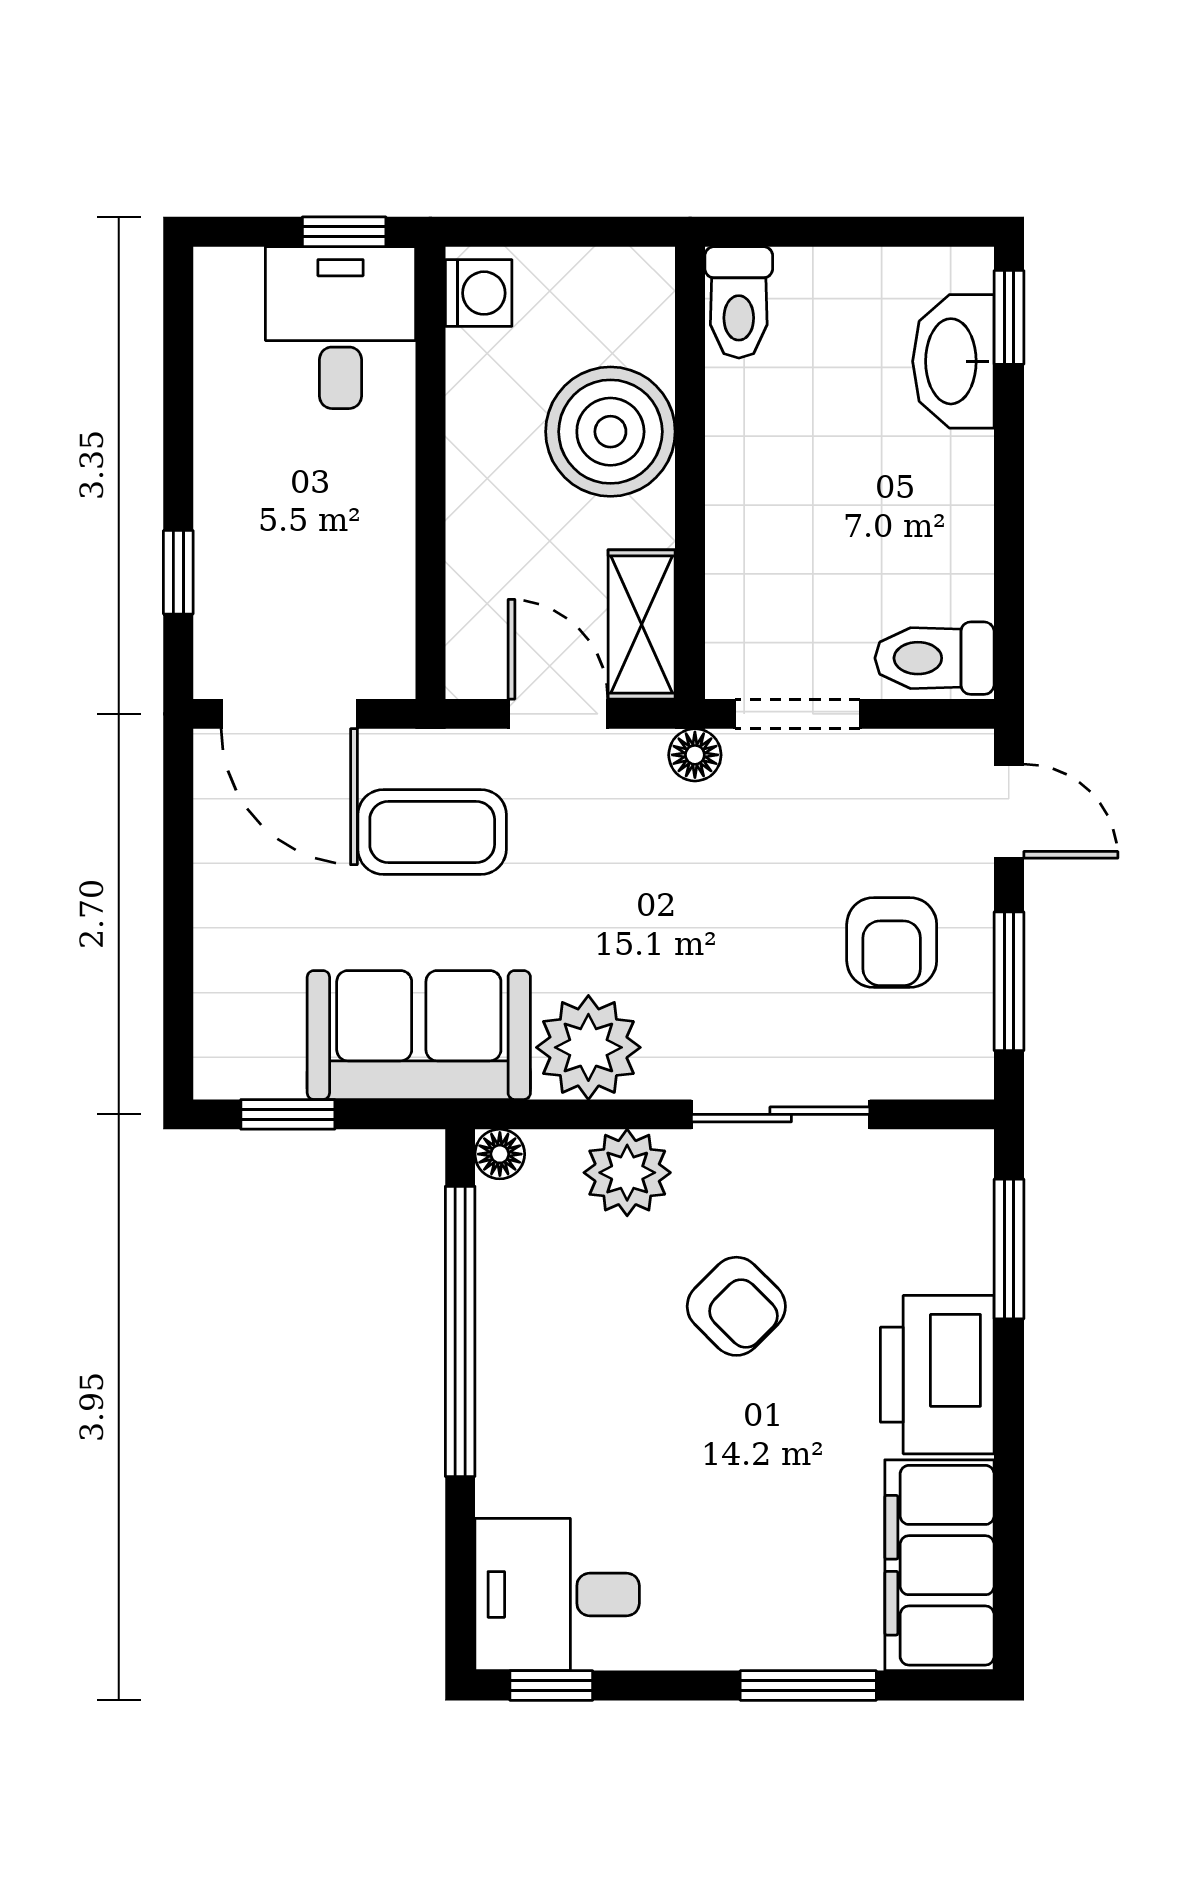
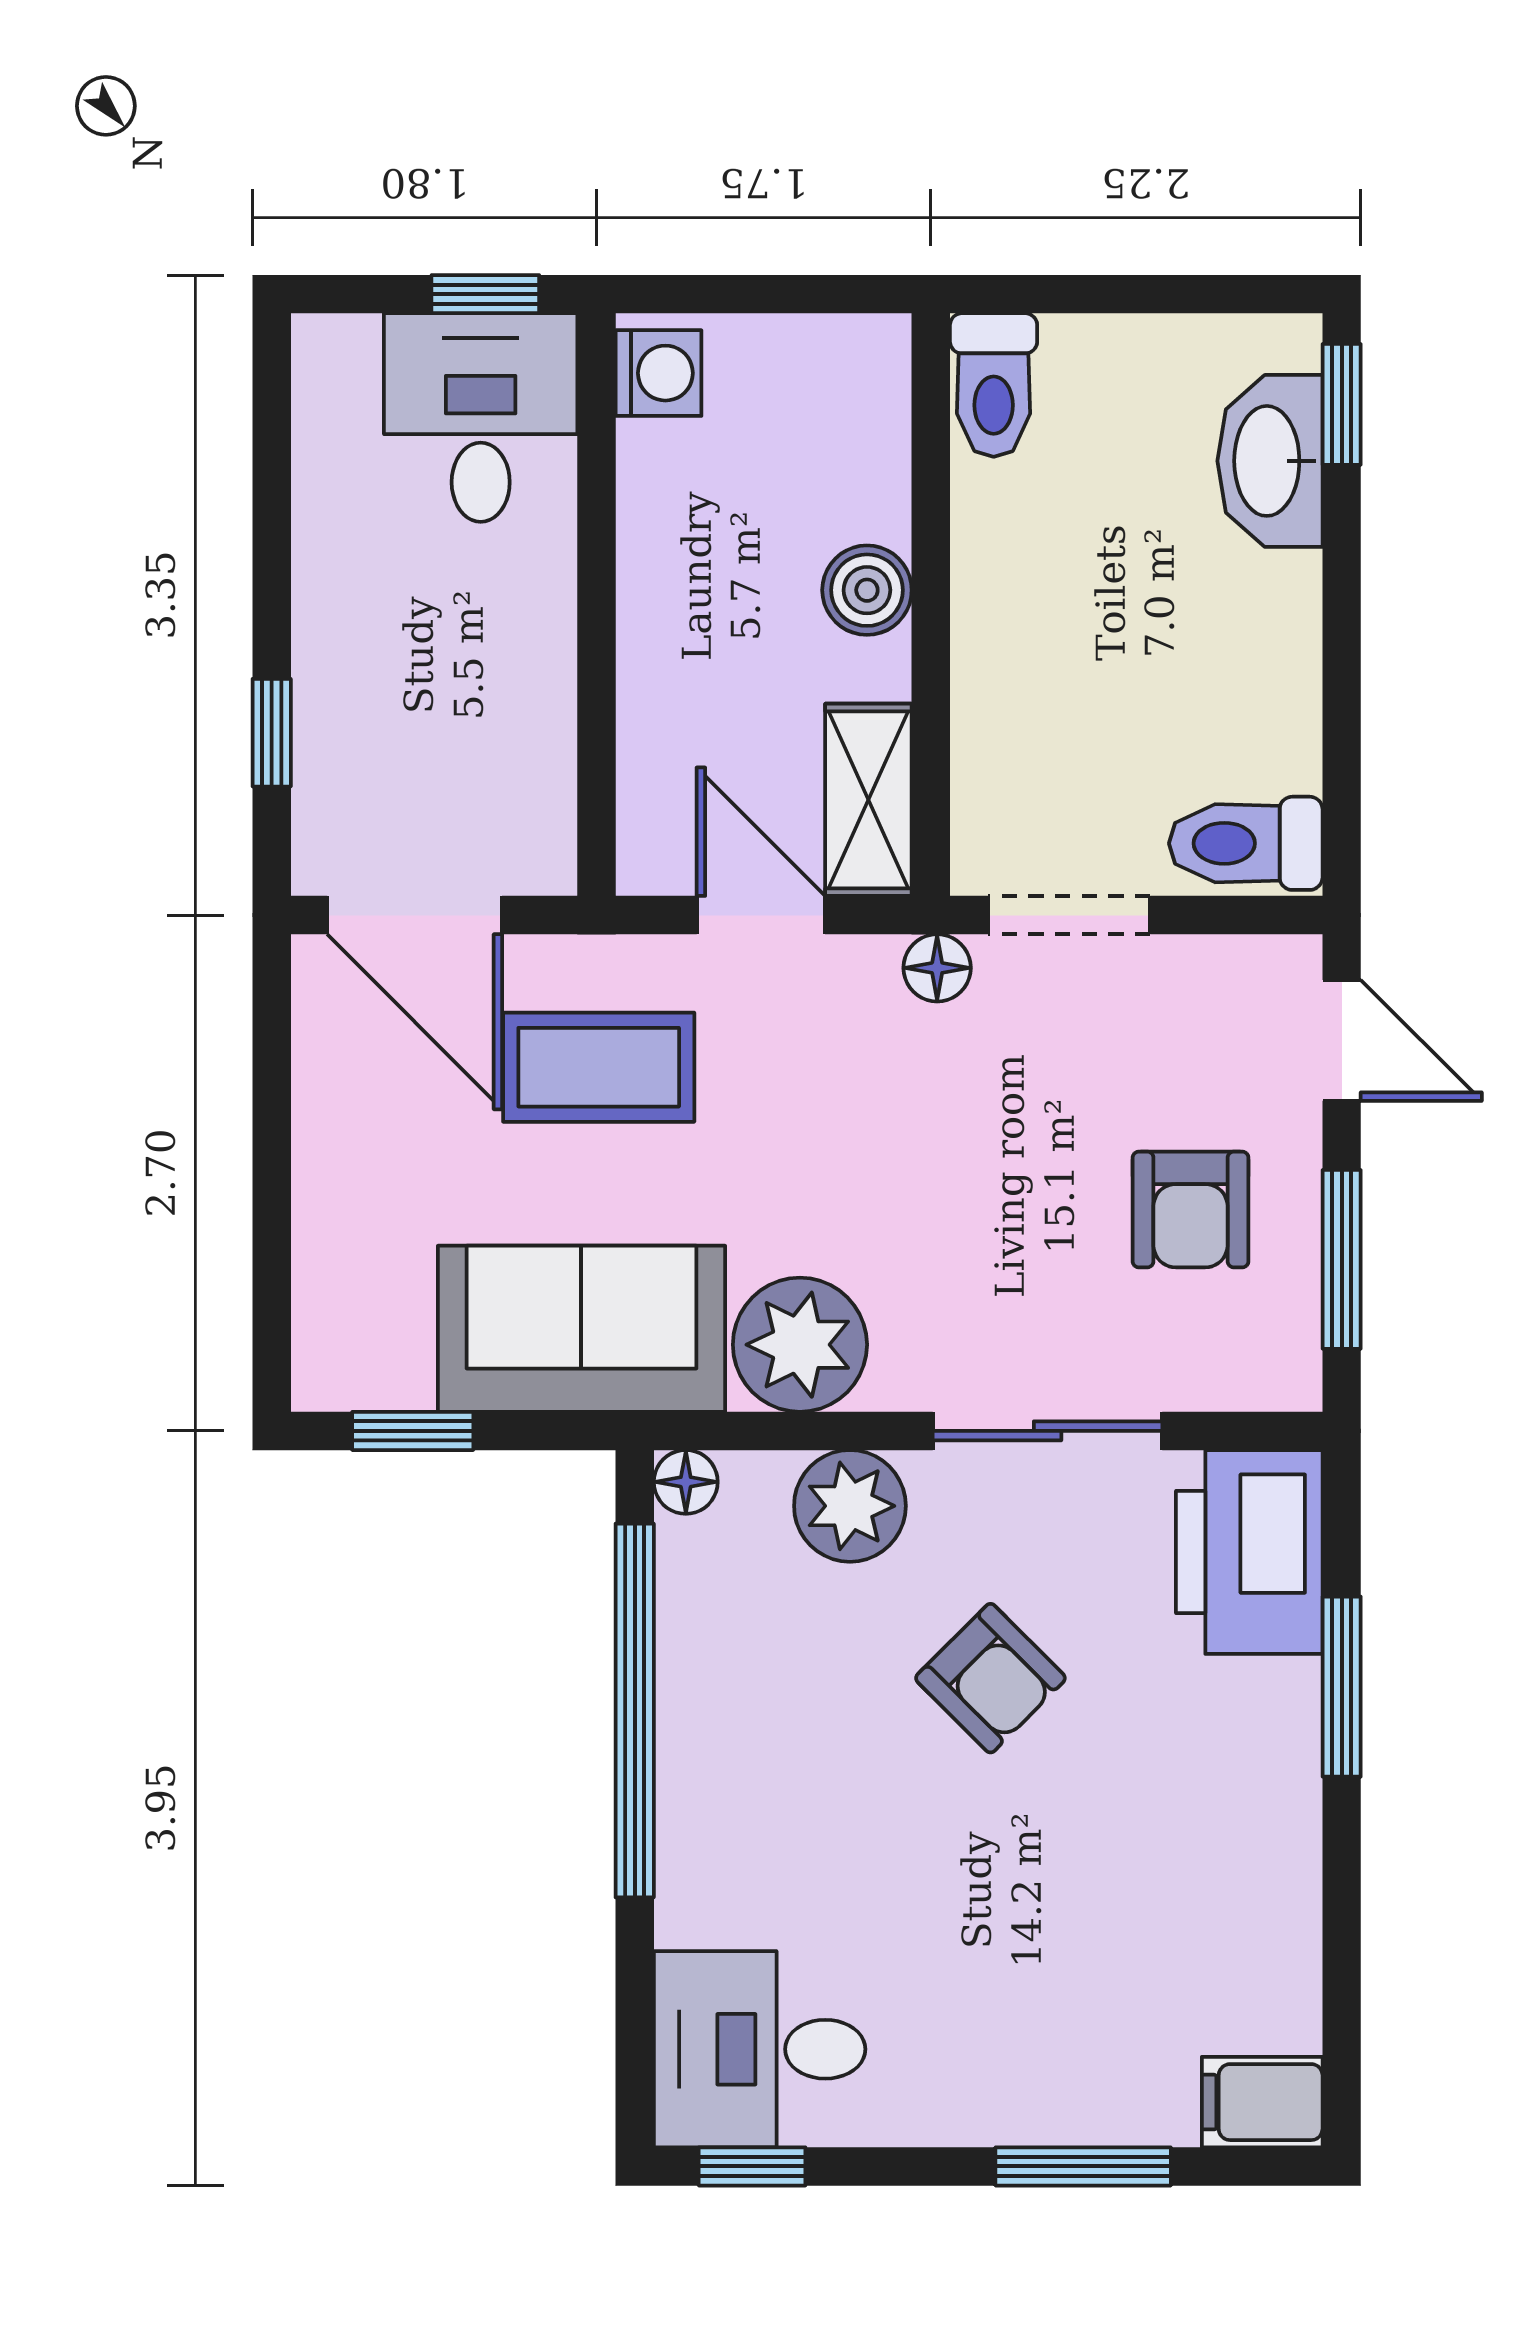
boiler: (610, 432) -> (867, 590), width x0.54, depth x0.54
window: (1009, 1249) -> (1342, 1687), moved
printer: (937, 1375) -> (1249, 1552), moved
filing cabinet: (939, 1565) -> (1262, 2102), width x0.33, depth x0.86

